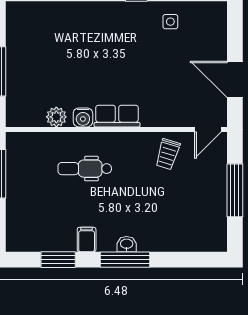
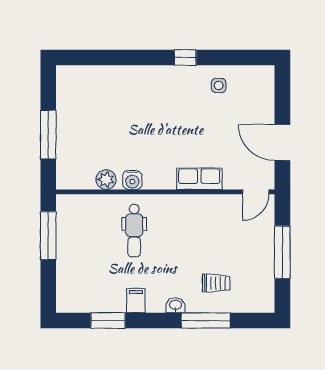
row of seats: (117, 116) -> (199, 179), moved
trolley: (168, 154) -> (216, 283), moved, turned -107
dental chair: (85, 169) -> (134, 231), turned -90
window: (125, 260) -> (206, 320), moved

